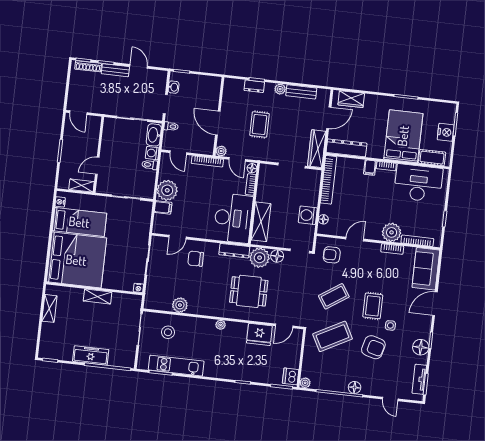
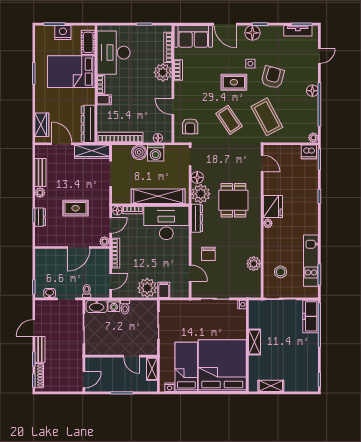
boiler: (310, 198) -> (139, 152), added
shelving: (261, 222) -> (158, 196), width x1.47
fridge: (259, 334) -> (273, 207), moved
floor lamp: (421, 347) -> (252, 33), moved
freezer: (91, 355) -> (311, 316), moved

